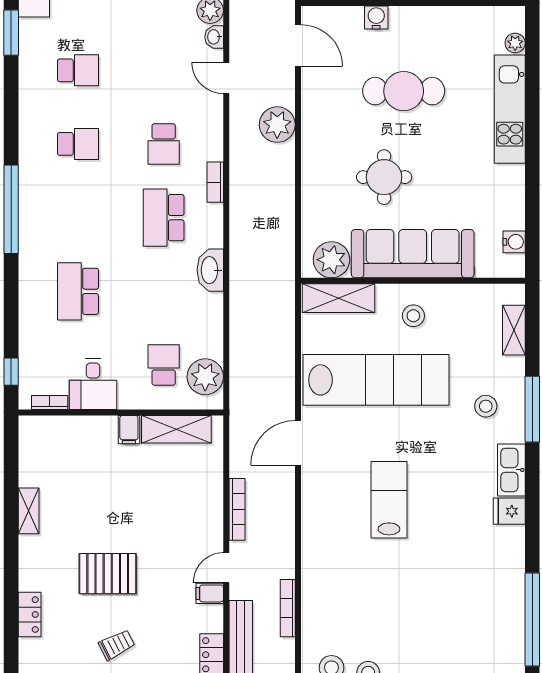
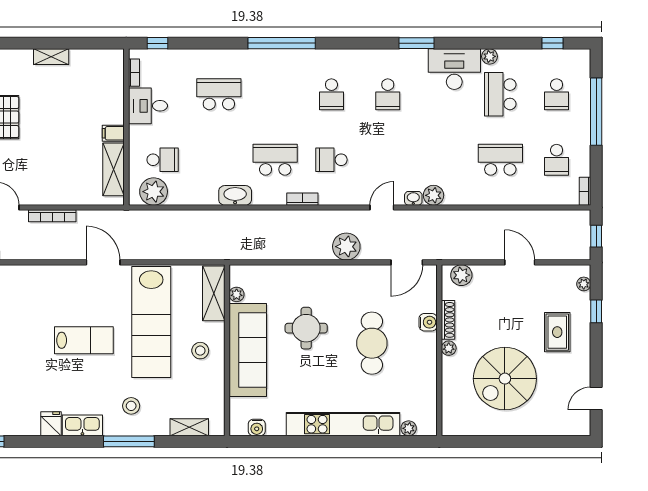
kitchen unit: (510, 109) -> (343, 424), width x1.36
plant: (331, 260) -> (237, 294), width x0.53, depth x0.53
lab bench: (389, 500) -> (84, 340), moved

